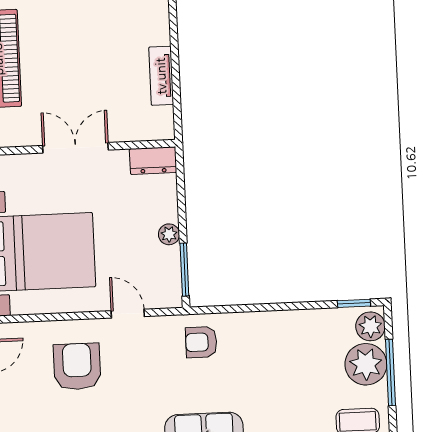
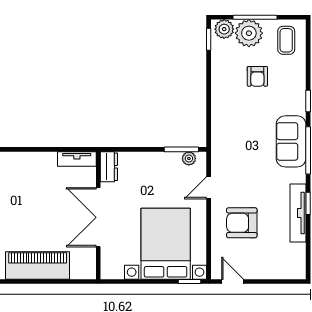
tv unit: (161, 76) -> (77, 159), moved
double door: (75, 148) -> (98, 217), width x1.37
plant: (169, 234) -> (189, 158), moved
armchair: (201, 342) -> (257, 76), moved

